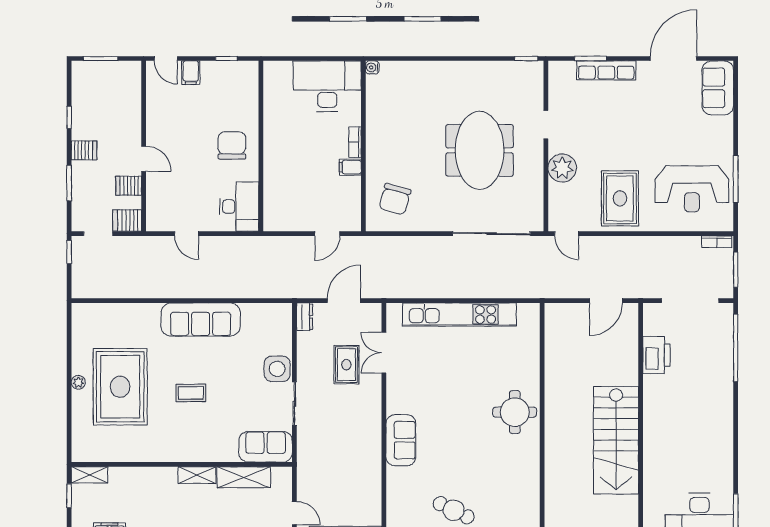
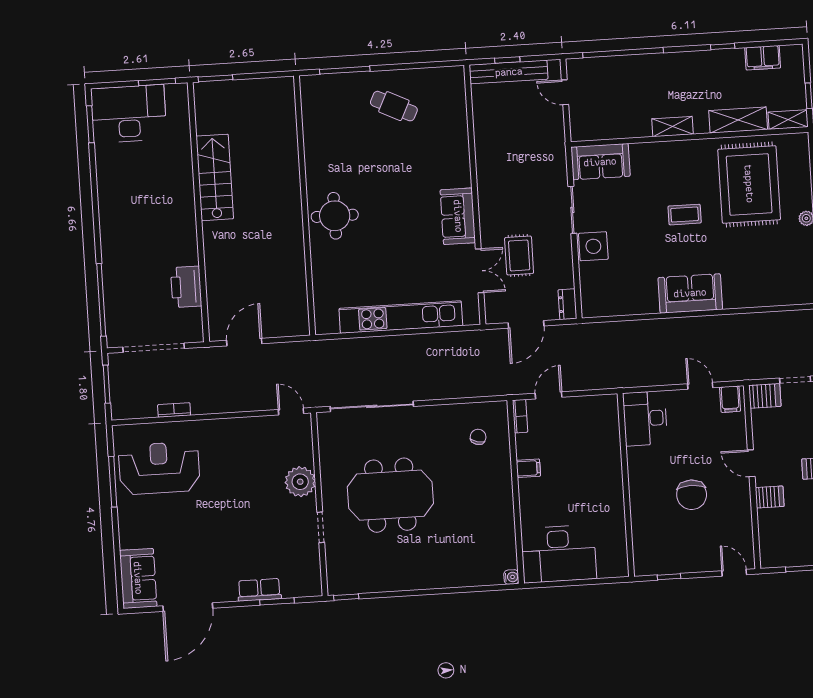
row of seats: (606, 70) -> (259, 590), width x0.68
filing cabinet: (191, 73) -> (730, 399), moved, turned 180
bookcase: (355, 142) -> (520, 416), moved
chair: (232, 146) -> (692, 495), moved
meeting table: (480, 150) -> (390, 495), turned 90
server rack: (129, 186) -> (770, 497), moved
rug: (620, 198) -> (236, 453), removed
chair: (395, 199) -> (478, 437), width x0.54, depth x0.54
bookcase: (717, 242) -> (174, 410), moved
sofa: (201, 320) -> (690, 293), width x0.73
rug: (120, 387) -> (749, 184), moved
sofa: (401, 440) -> (458, 216), moved
stairs: (616, 440) -> (215, 177), width x0.73, depth x0.66
shelving: (244, 477) -> (738, 120), moved

